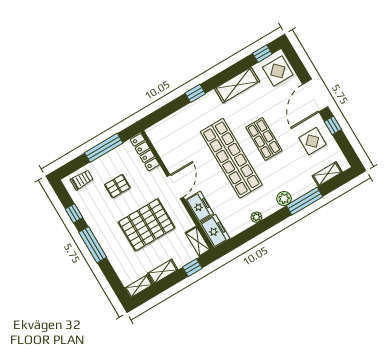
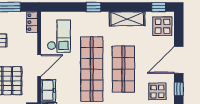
shop shelf: (264, 139) -> (123, 69), width x1.43, depth x1.36
checkout: (177, 144) -> (59, 36), added
locker: (145, 152) -> (32, 22), width x0.66

